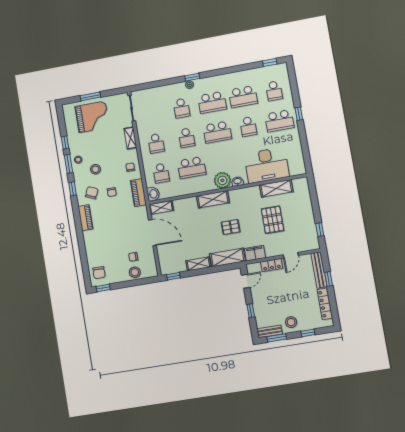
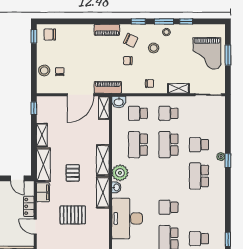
school desk: (243, 97) -> (199, 207), removed
school desk: (217, 132) -> (168, 176), removed
school desk: (187, 138) -> (168, 145), width x1.85
shelving: (276, 188) -> (103, 192), moved
piano: (138, 193) -> (108, 87), moved

